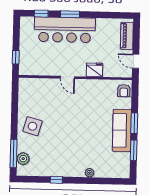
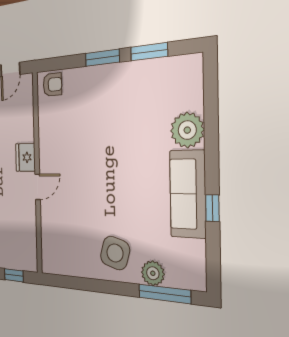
fridge: (94, 70) -> (25, 157), moved
sofa: (122, 130) -> (188, 194), moved, turned 90
plant: (23, 159) -> (153, 273), moved
plant: (90, 173) -> (187, 130), width x1.88, depth x1.88

